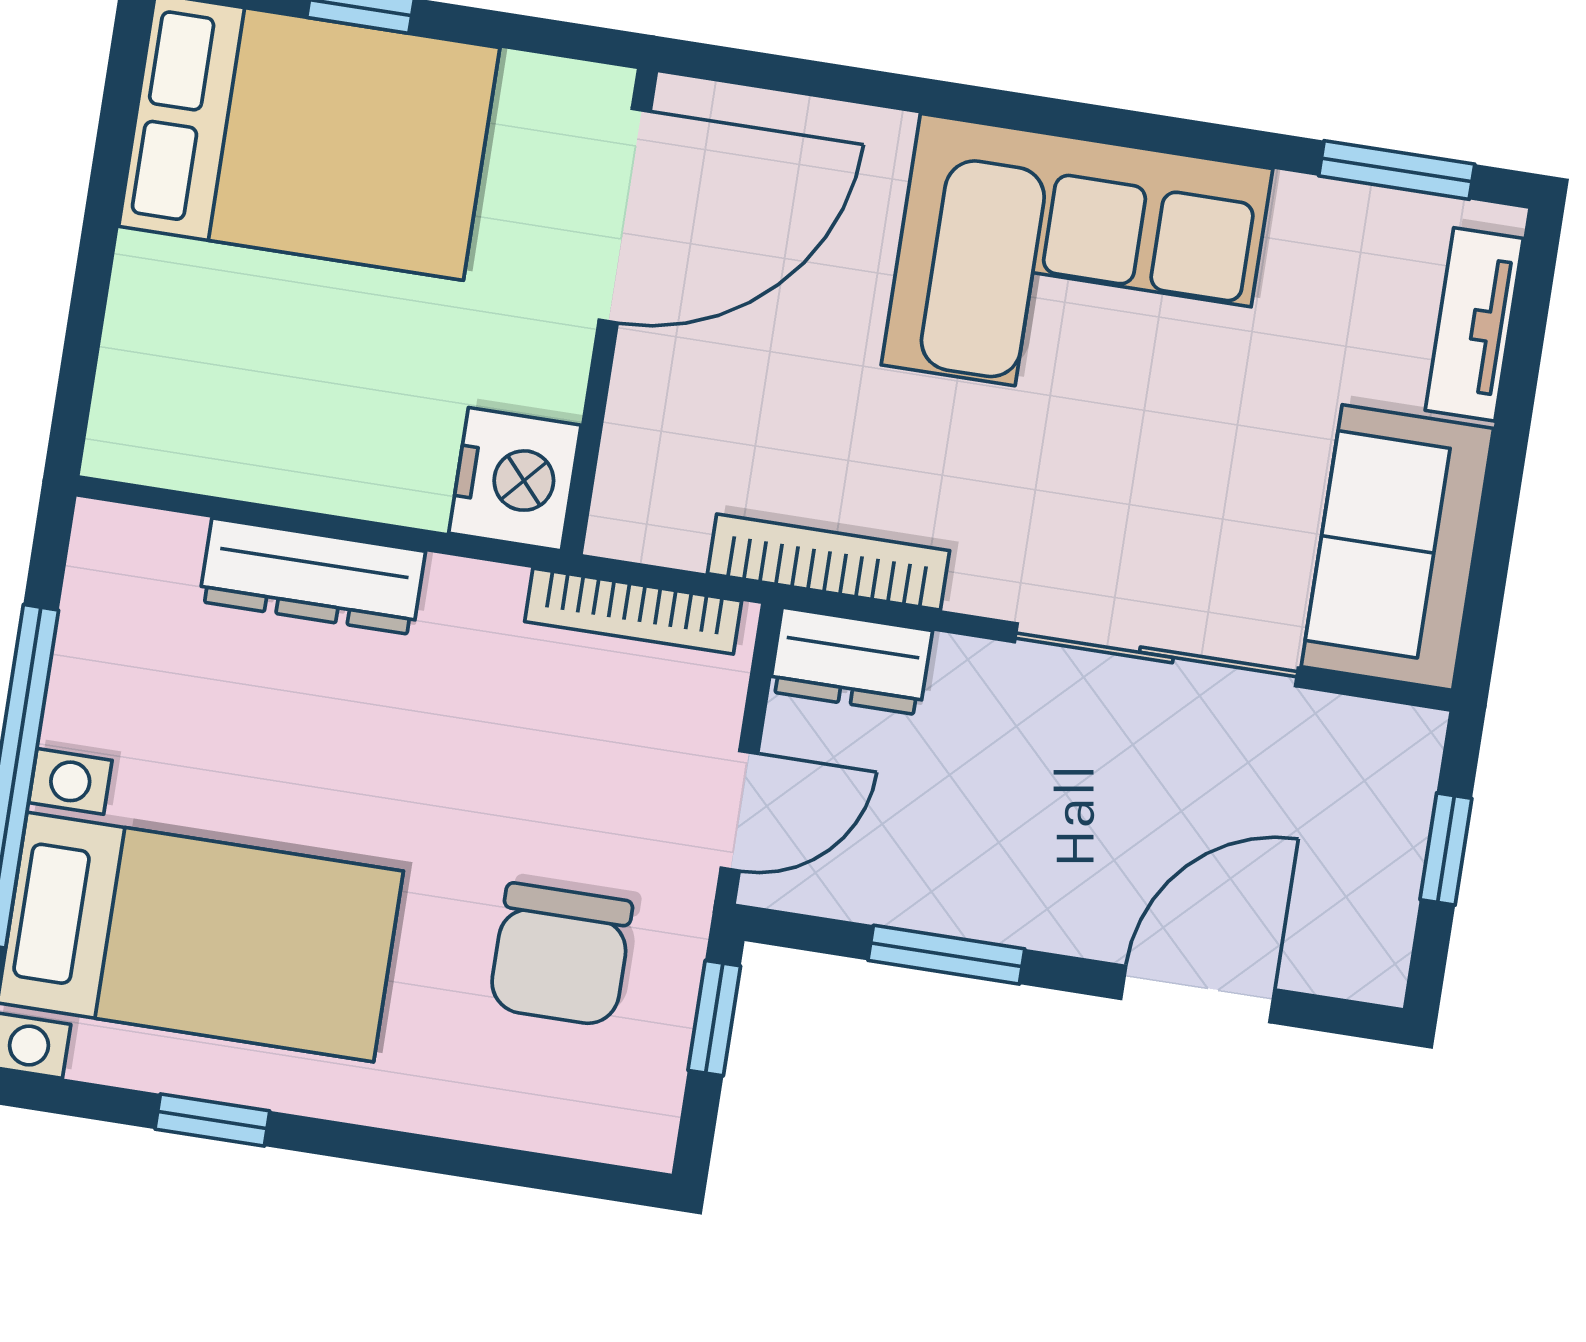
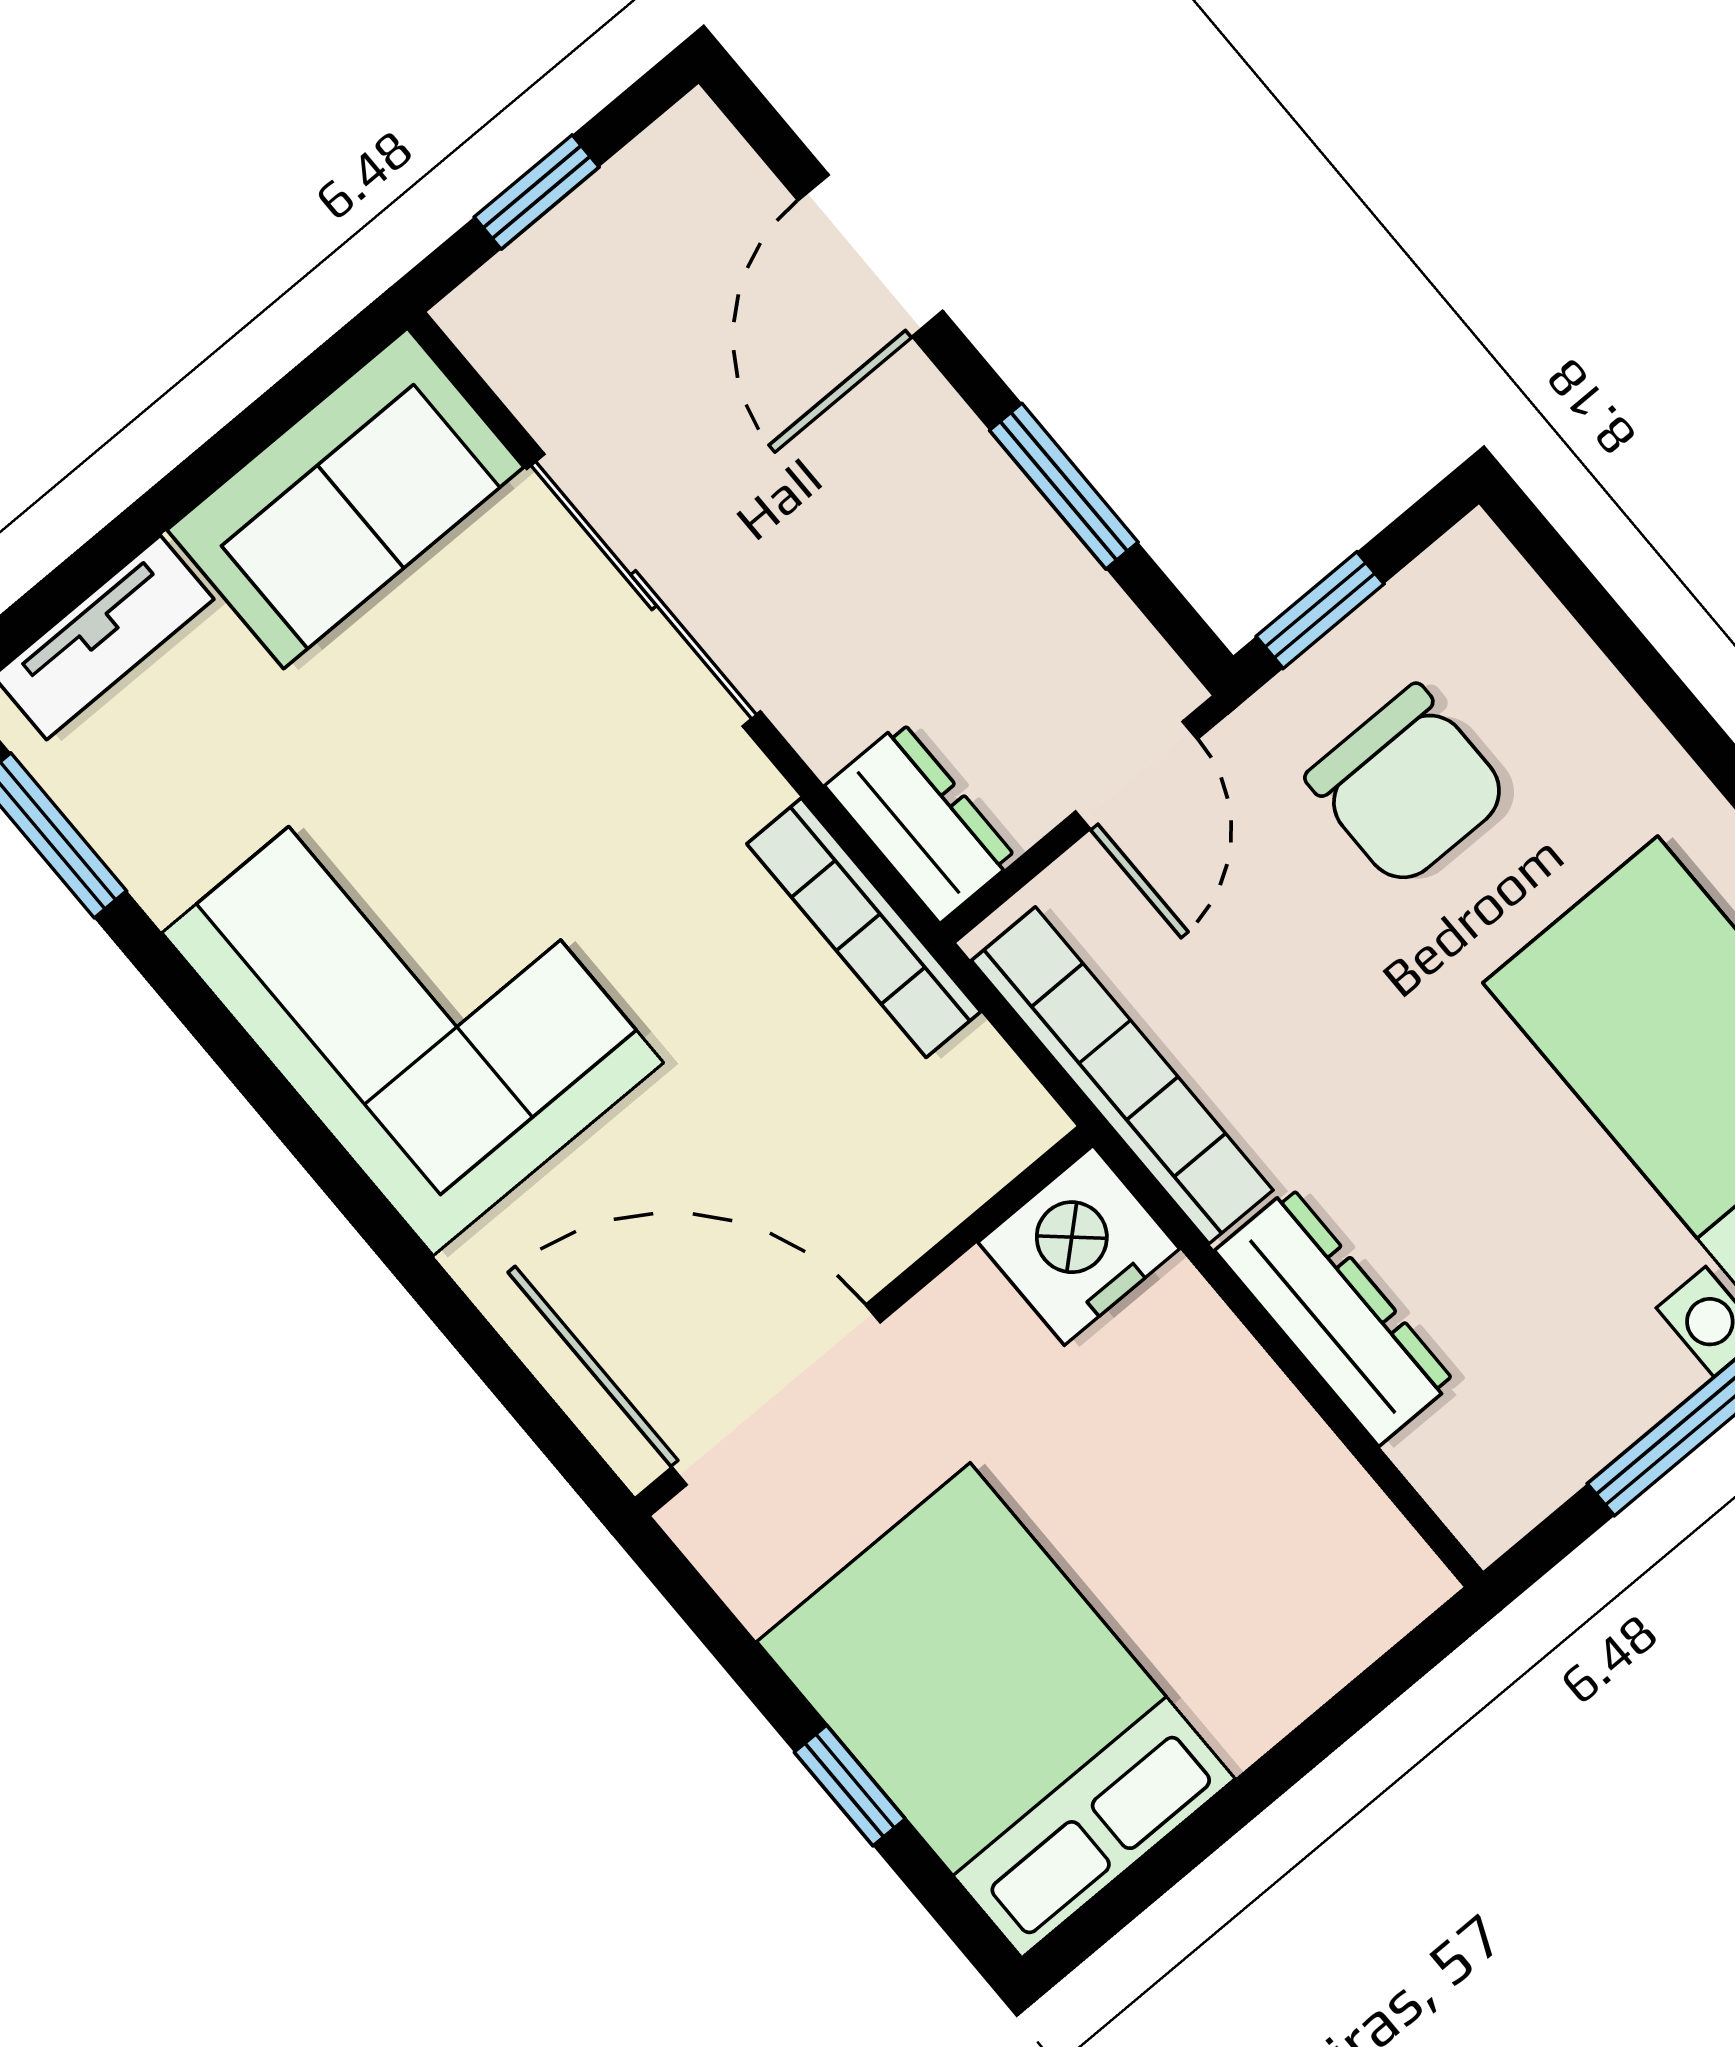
bookcase: (633, 611) -> (1122, 1075), width x1.48, depth x1.31
door: (740, 811) -> (1136, 775), swing flipped
chair: (561, 955) -> (1408, 786), turned 90
door: (1198, 994) -> (870, 256), hinge flipped

